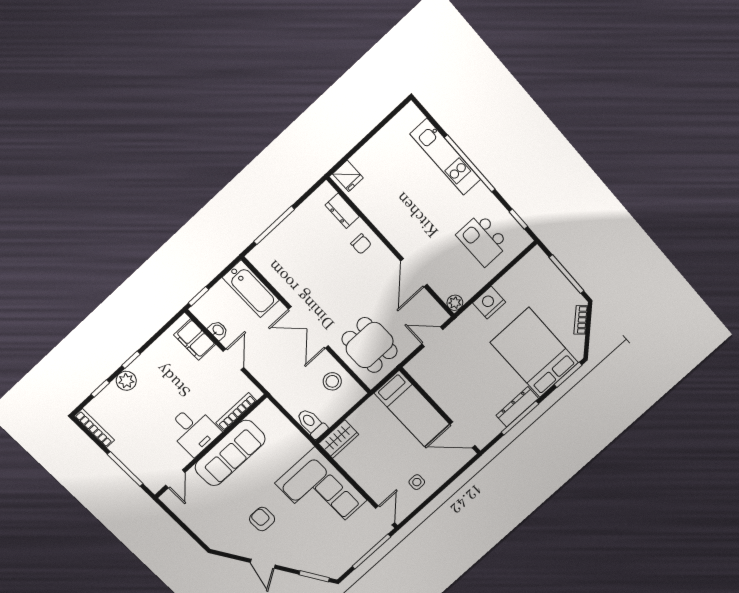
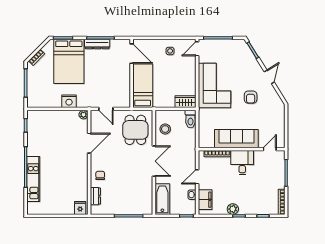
kitchen island: (483, 240) -> (48, 131), removed
plant: (126, 381) -> (233, 209), moved

